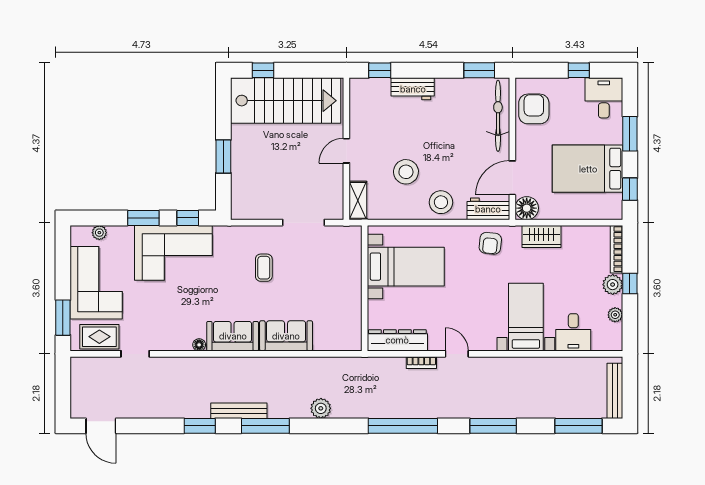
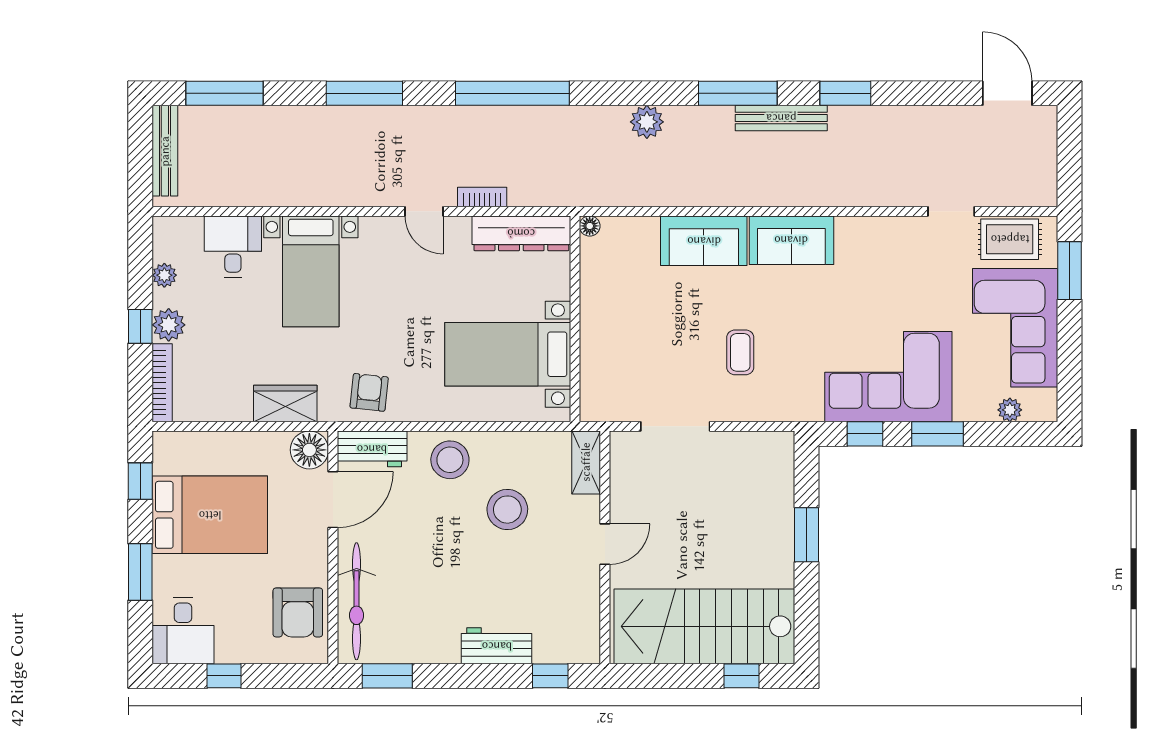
floor lamp: (199, 345) -> (590, 226), moved

